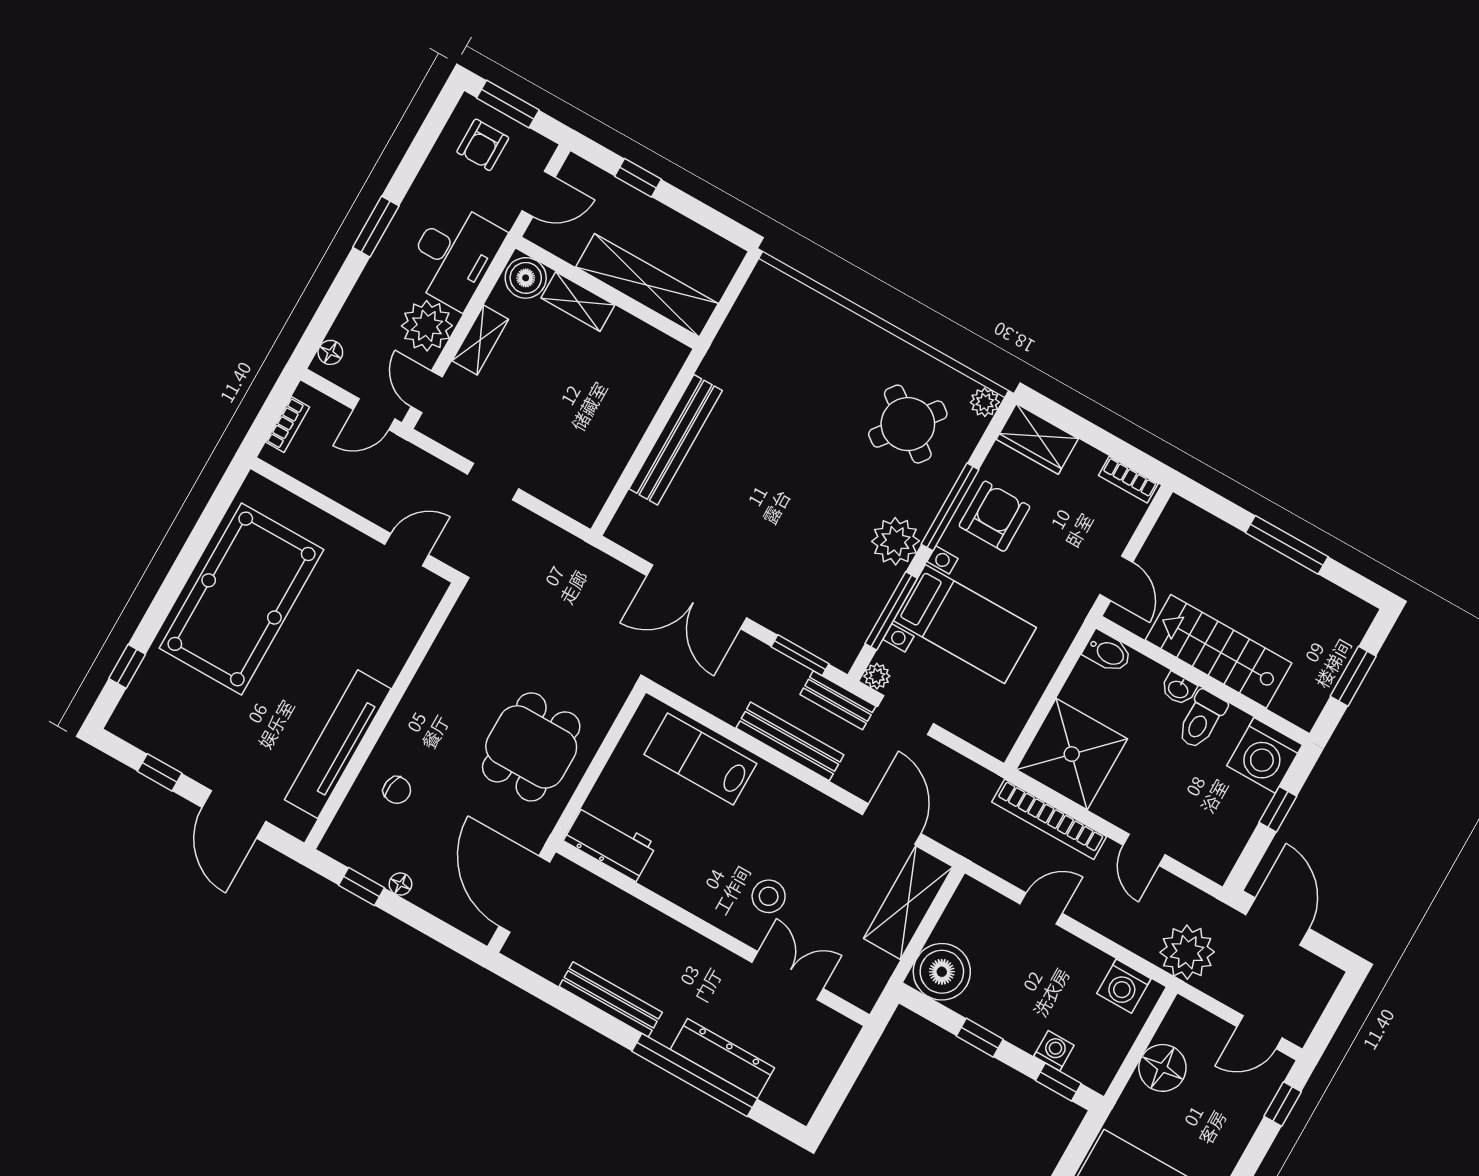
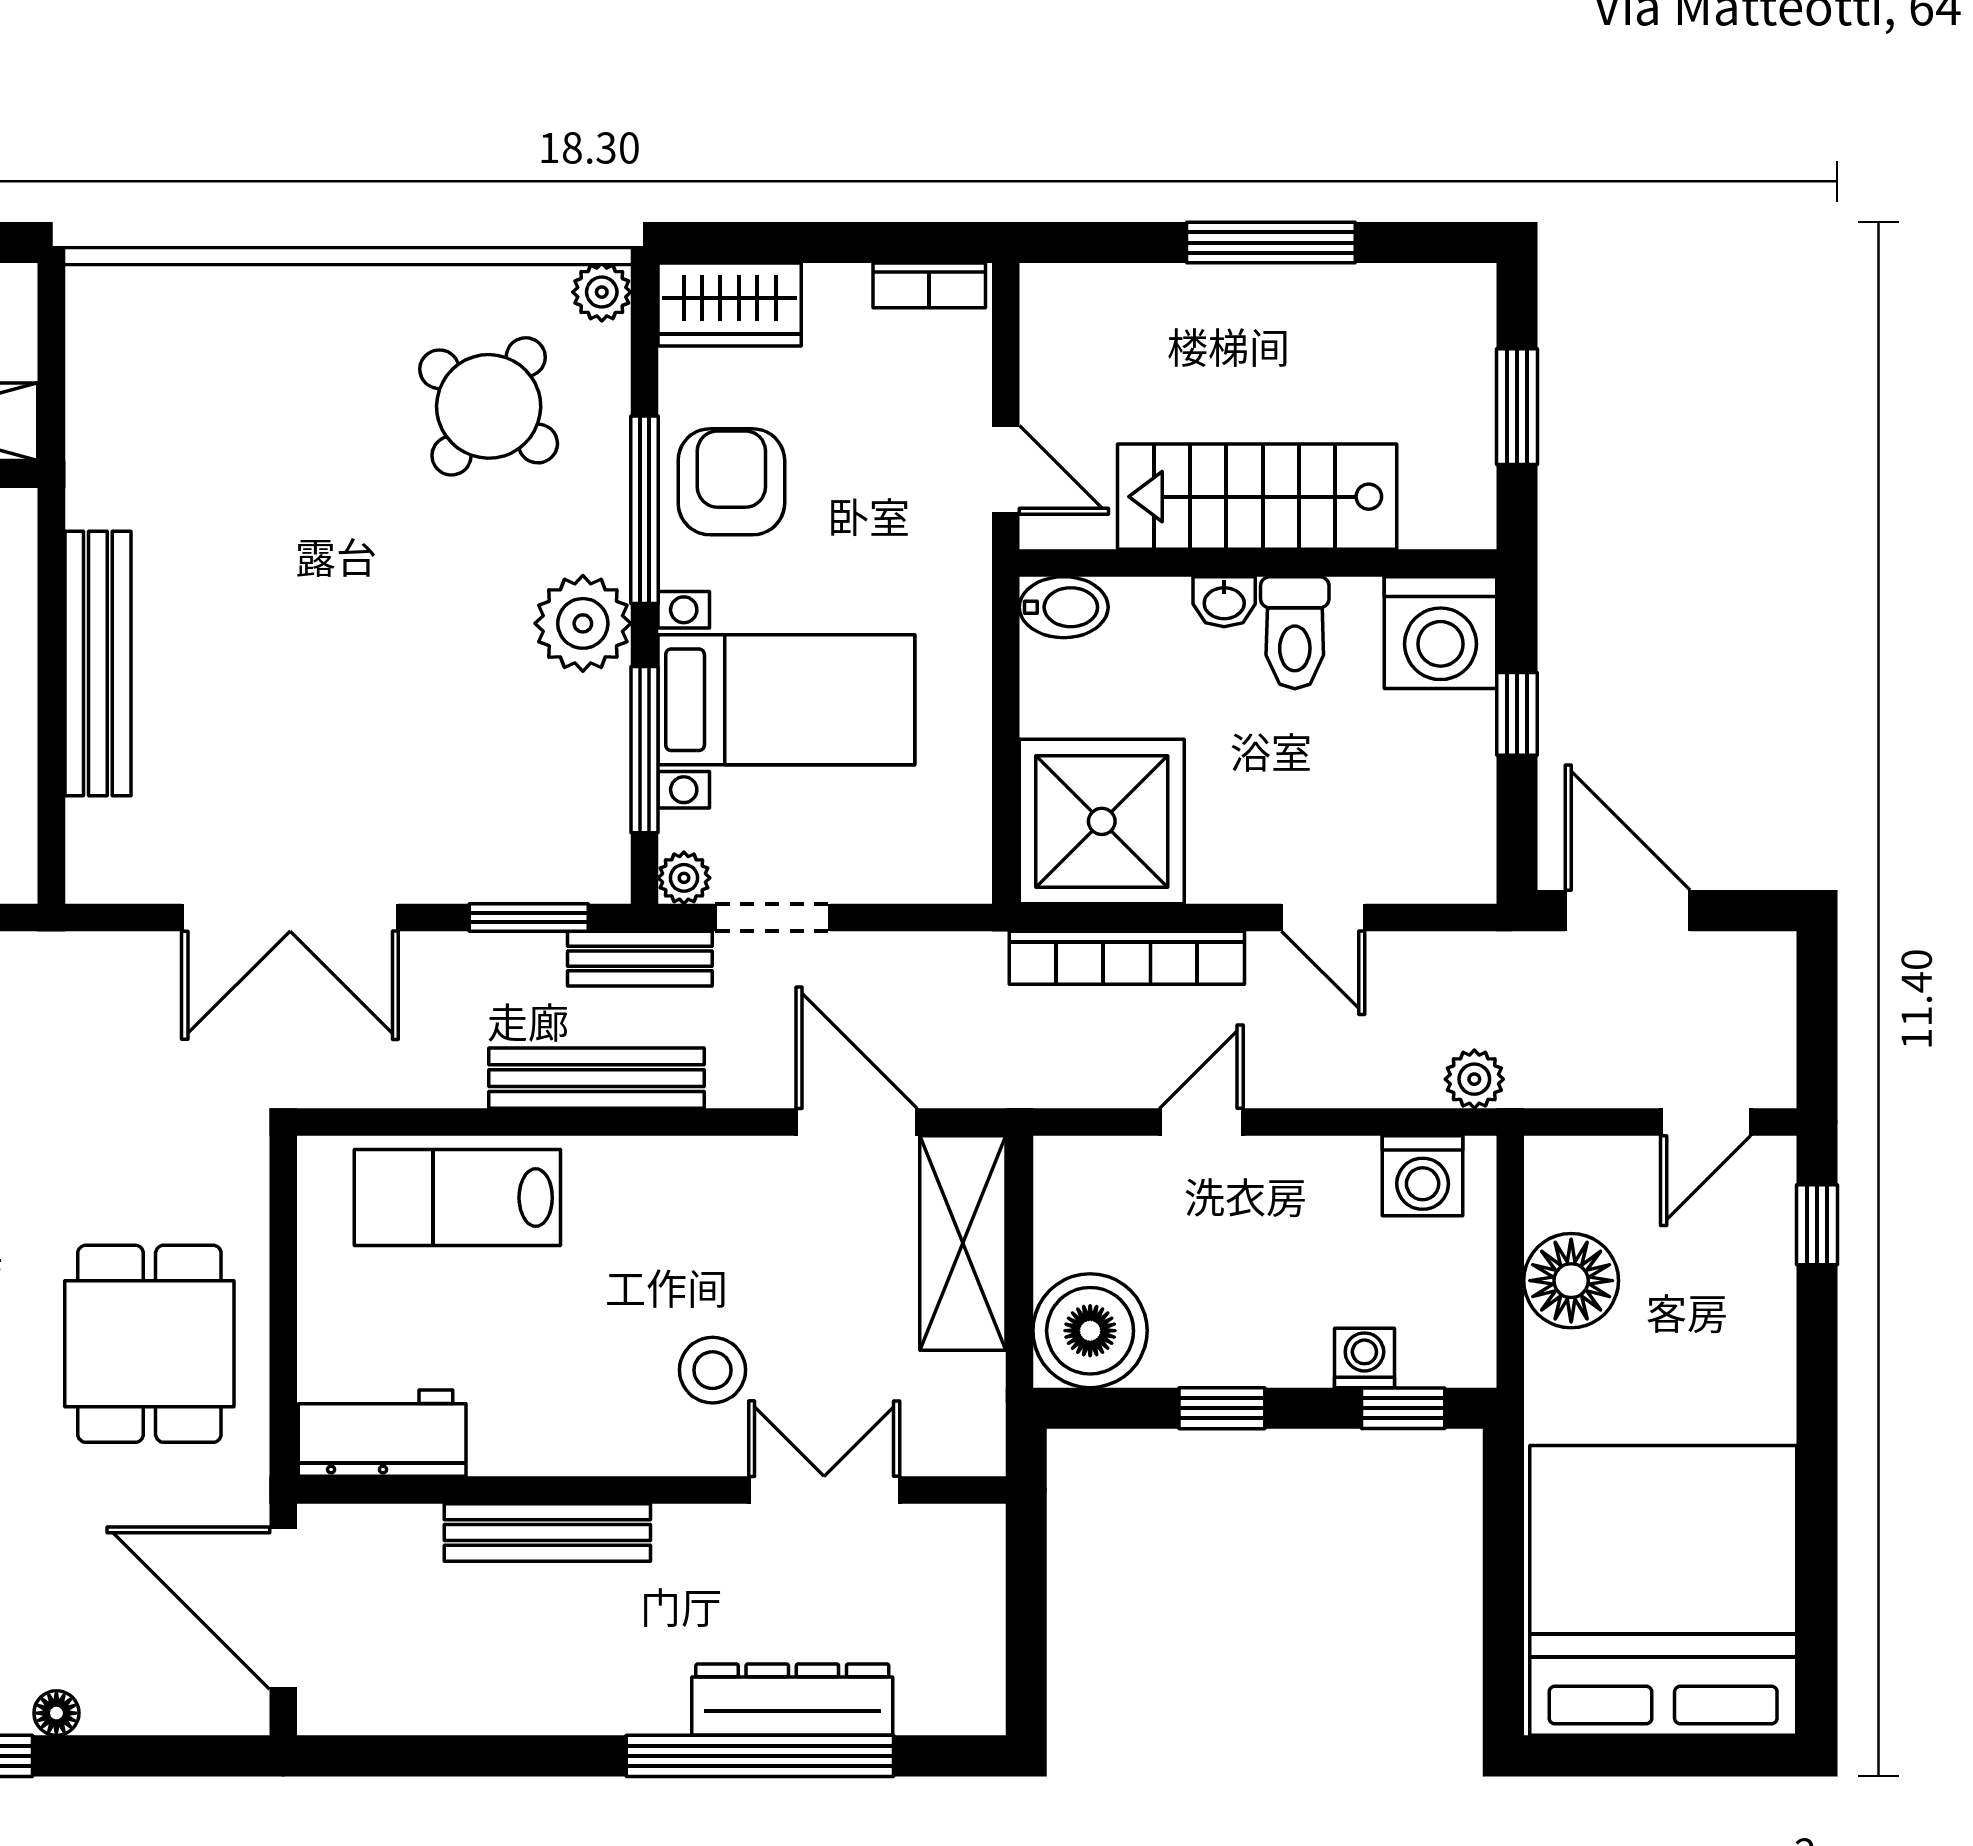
plant: (1187, 952) -> (1474, 1079), width x0.53, depth x0.53
bench: (611, 999) -> (547, 1533), moved

